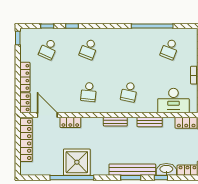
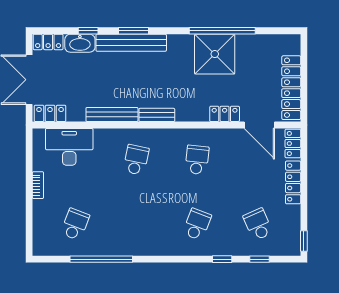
school desk: (48, 49) -> (258, 224), turned -48
bench: (150, 122) -> (112, 115), width x1.36

